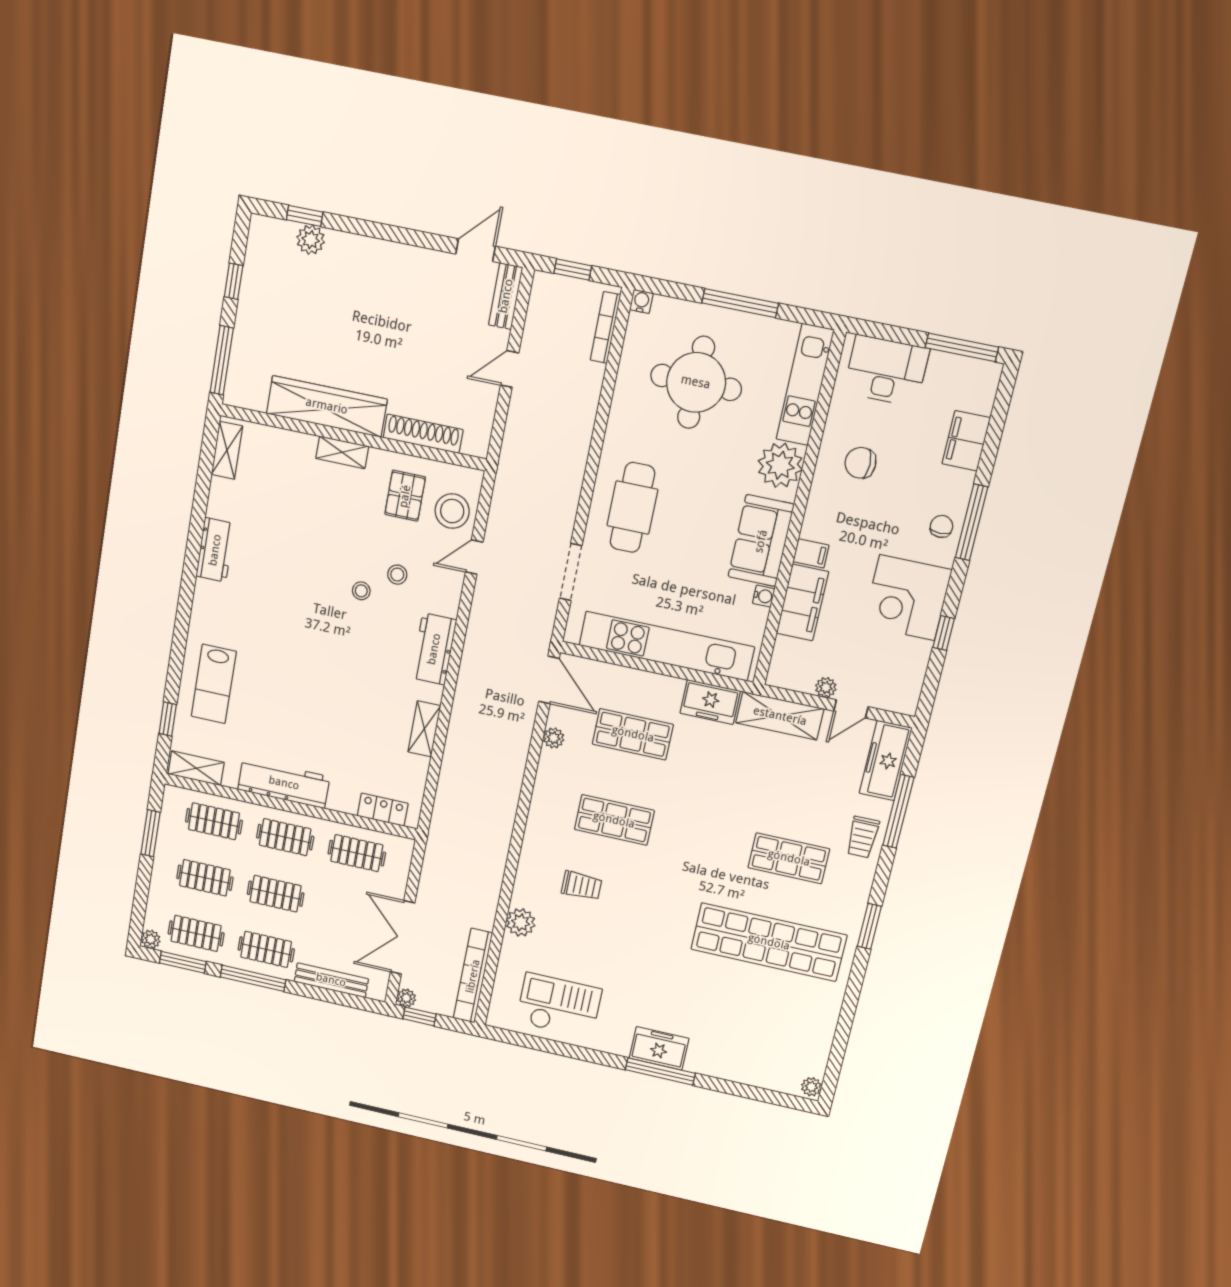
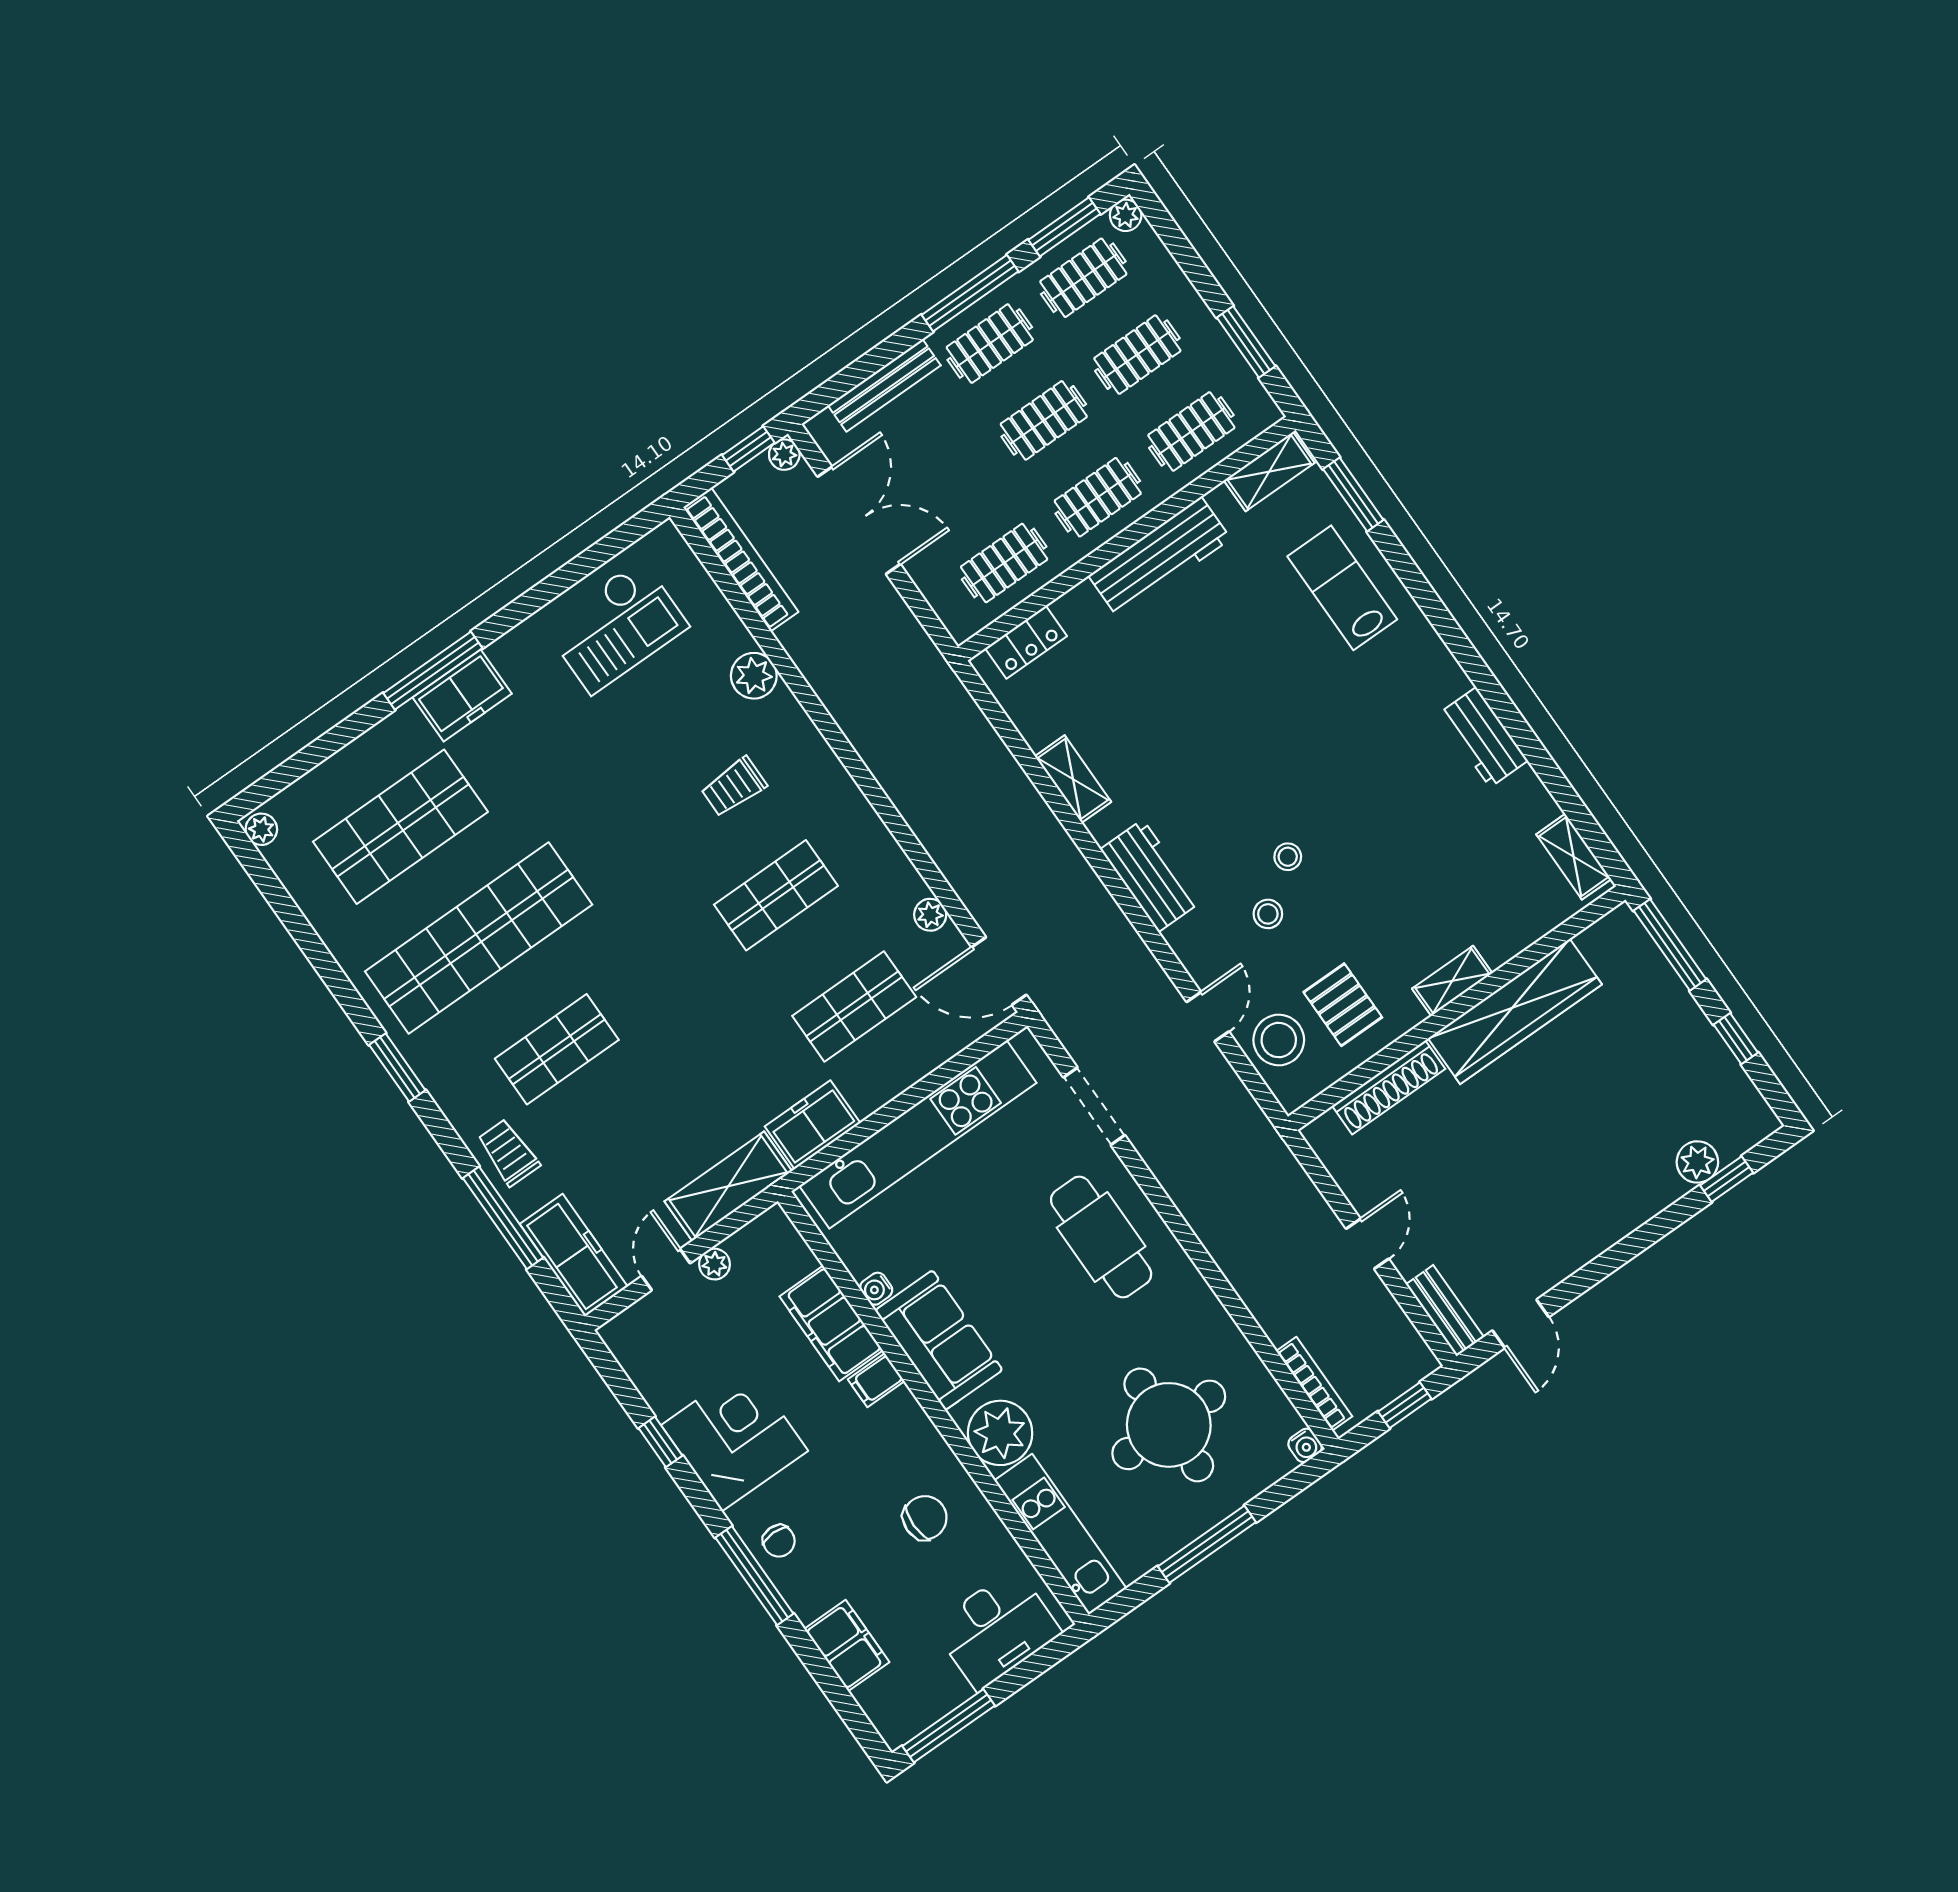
window: (168, 719) -> (1353, 495), width x1.50
shop shelf: (749, 1024) -> (400, 827), added

